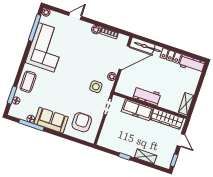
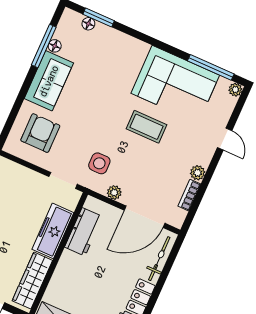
door: (124, 58) -> (145, 217), hinge flipped
coffee table: (28, 82) -> (146, 127), moved
workbench: (147, 96) -> (84, 232), moved
armchair: (82, 122) -> (40, 133), turned -90

